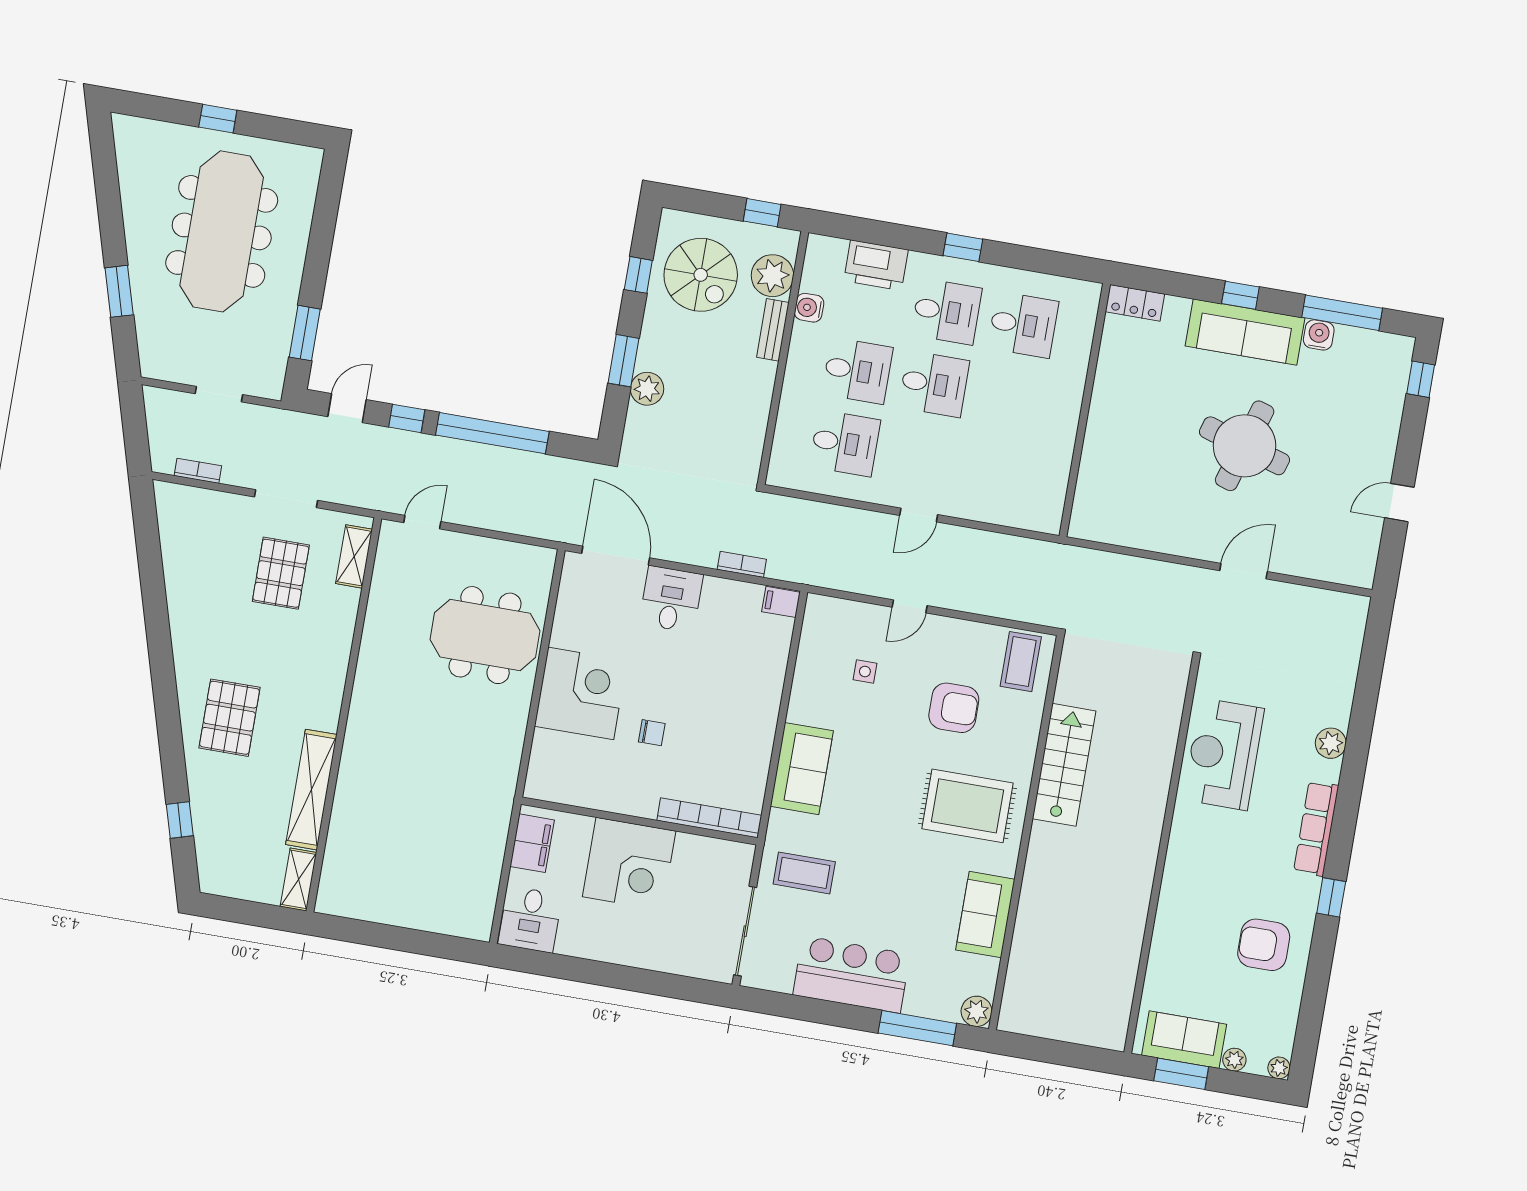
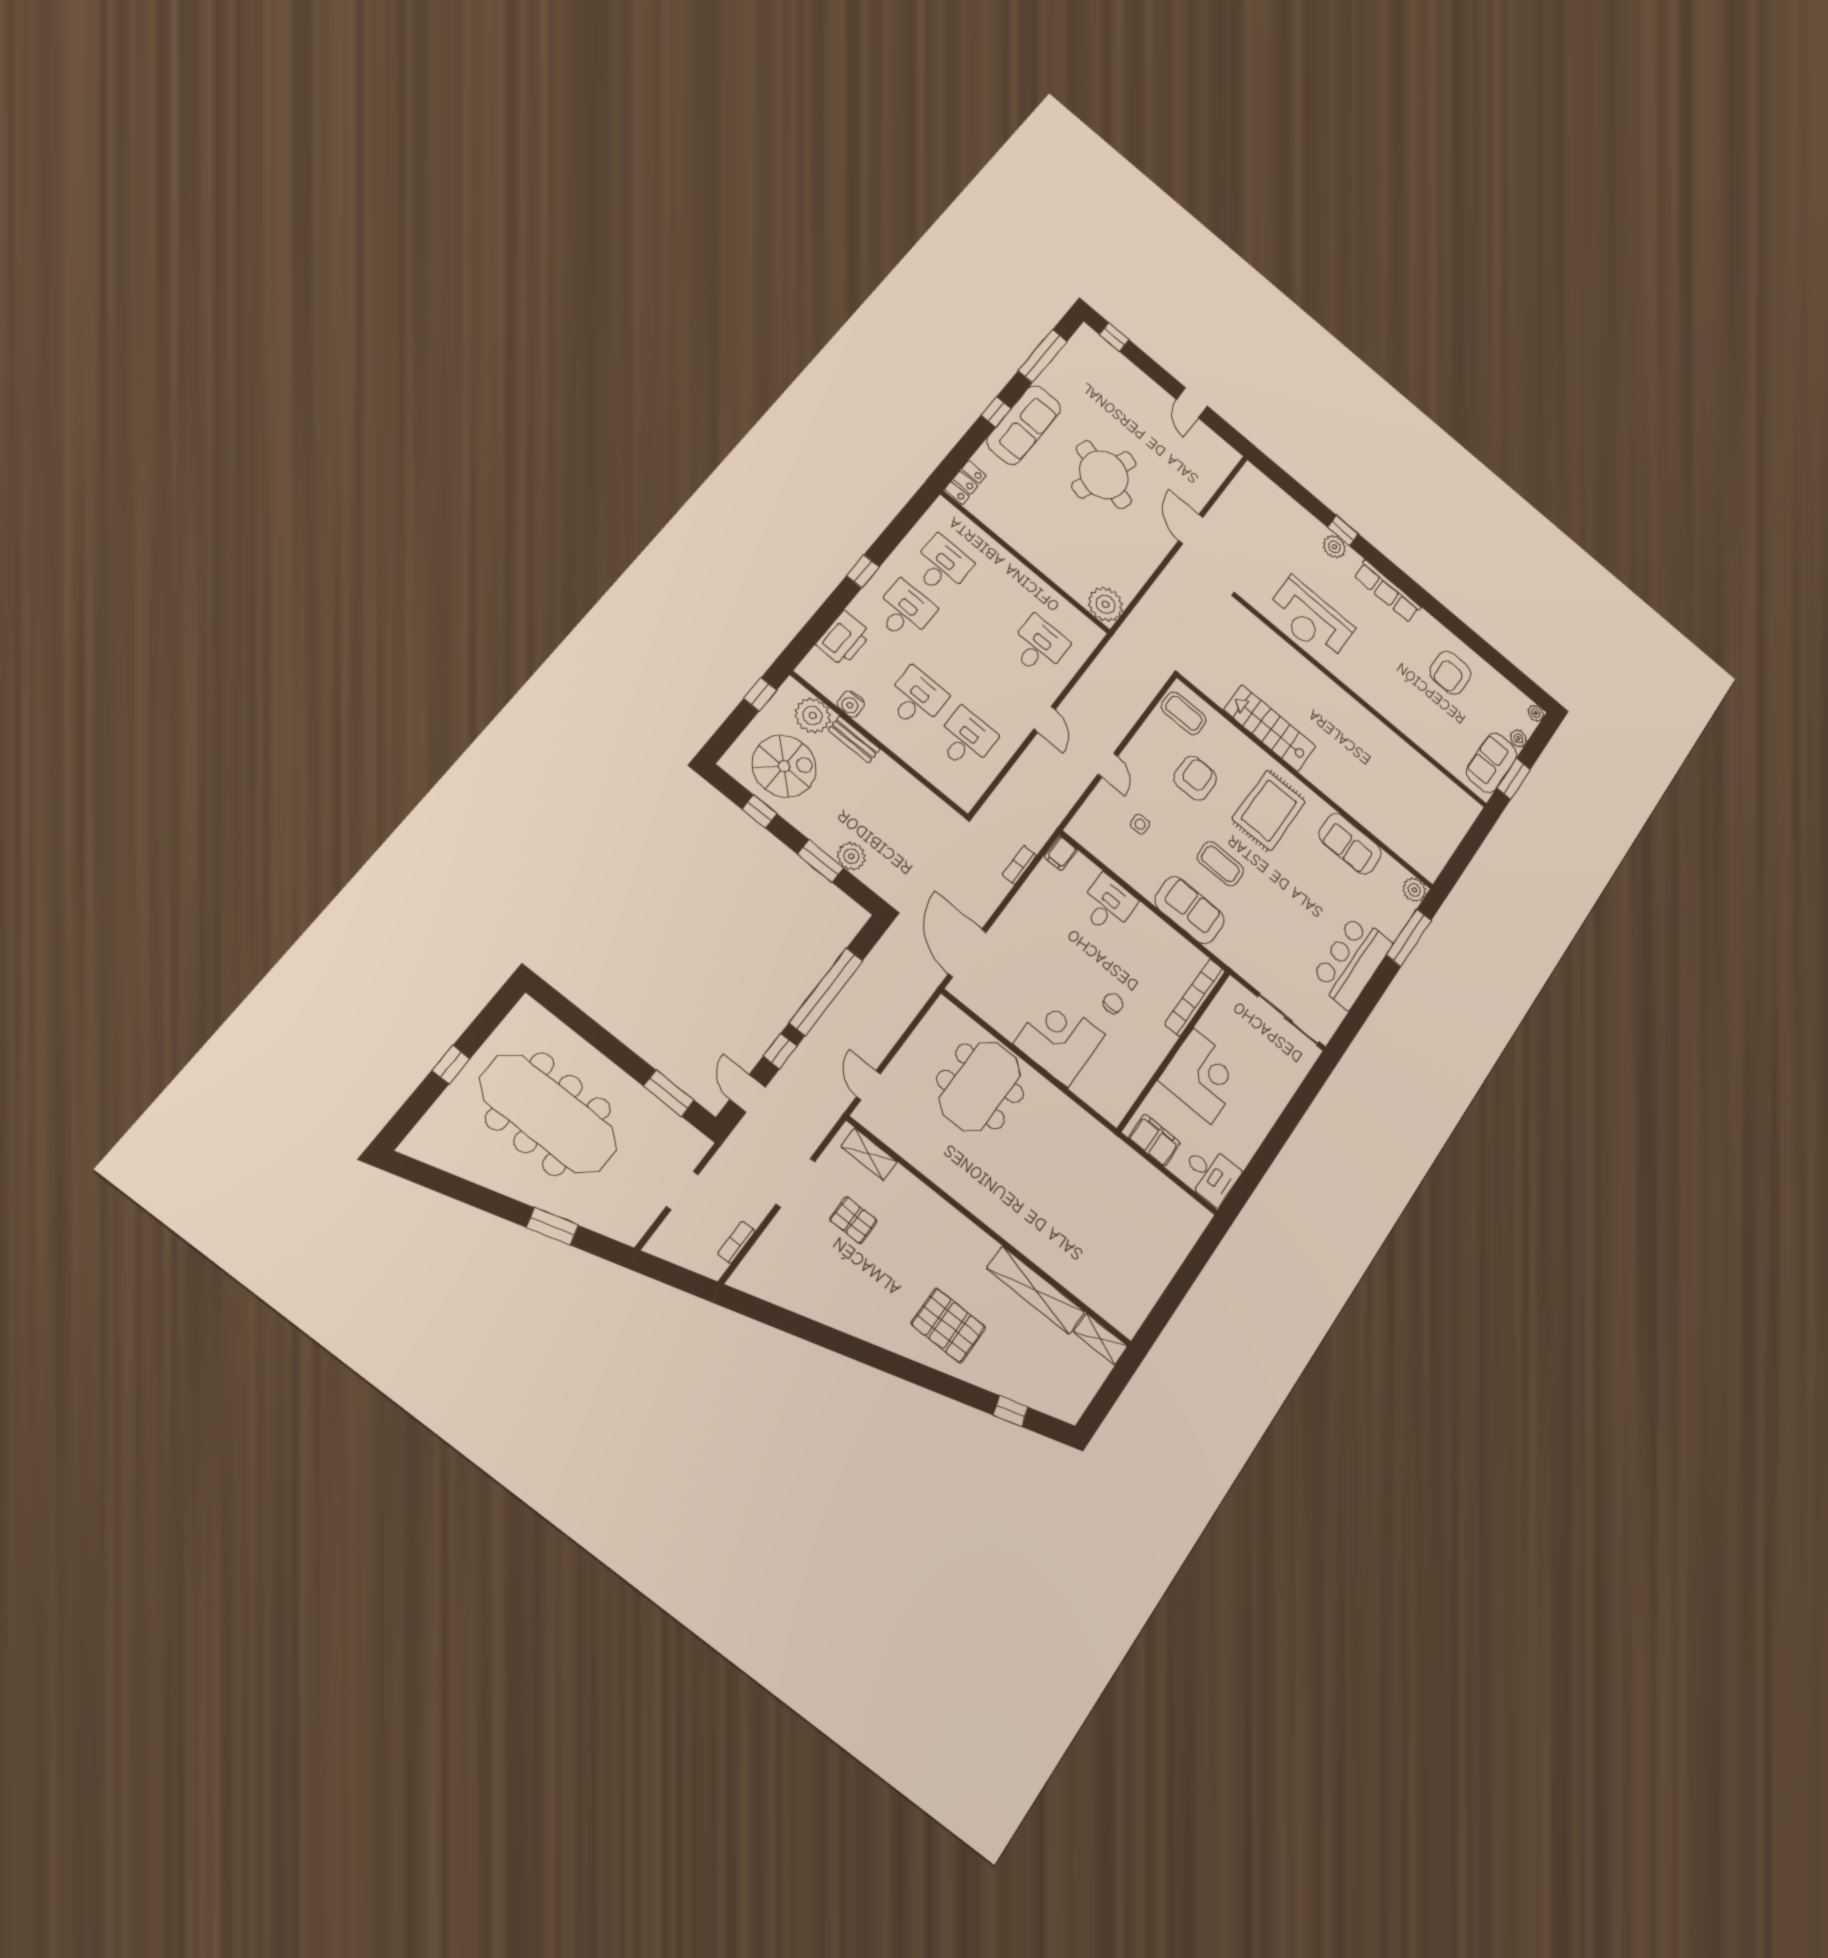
water cooler: (1319, 335) -> (1050, 380), removed
desk: (934, 384) -> (1039, 646), moved
plant: (1092, 519) -> (1106, 604), added
door: (616, 556) -> (967, 953), hinge flipped
pallet: (281, 573) -> (853, 1220), width x0.67, depth x0.71
desk: (671, 599) -> (1108, 905), moved, turned 90
coffee table: (804, 873) -> (1220, 864), moved, turned 90
window: (1331, 897) -> (1343, 531), moved

